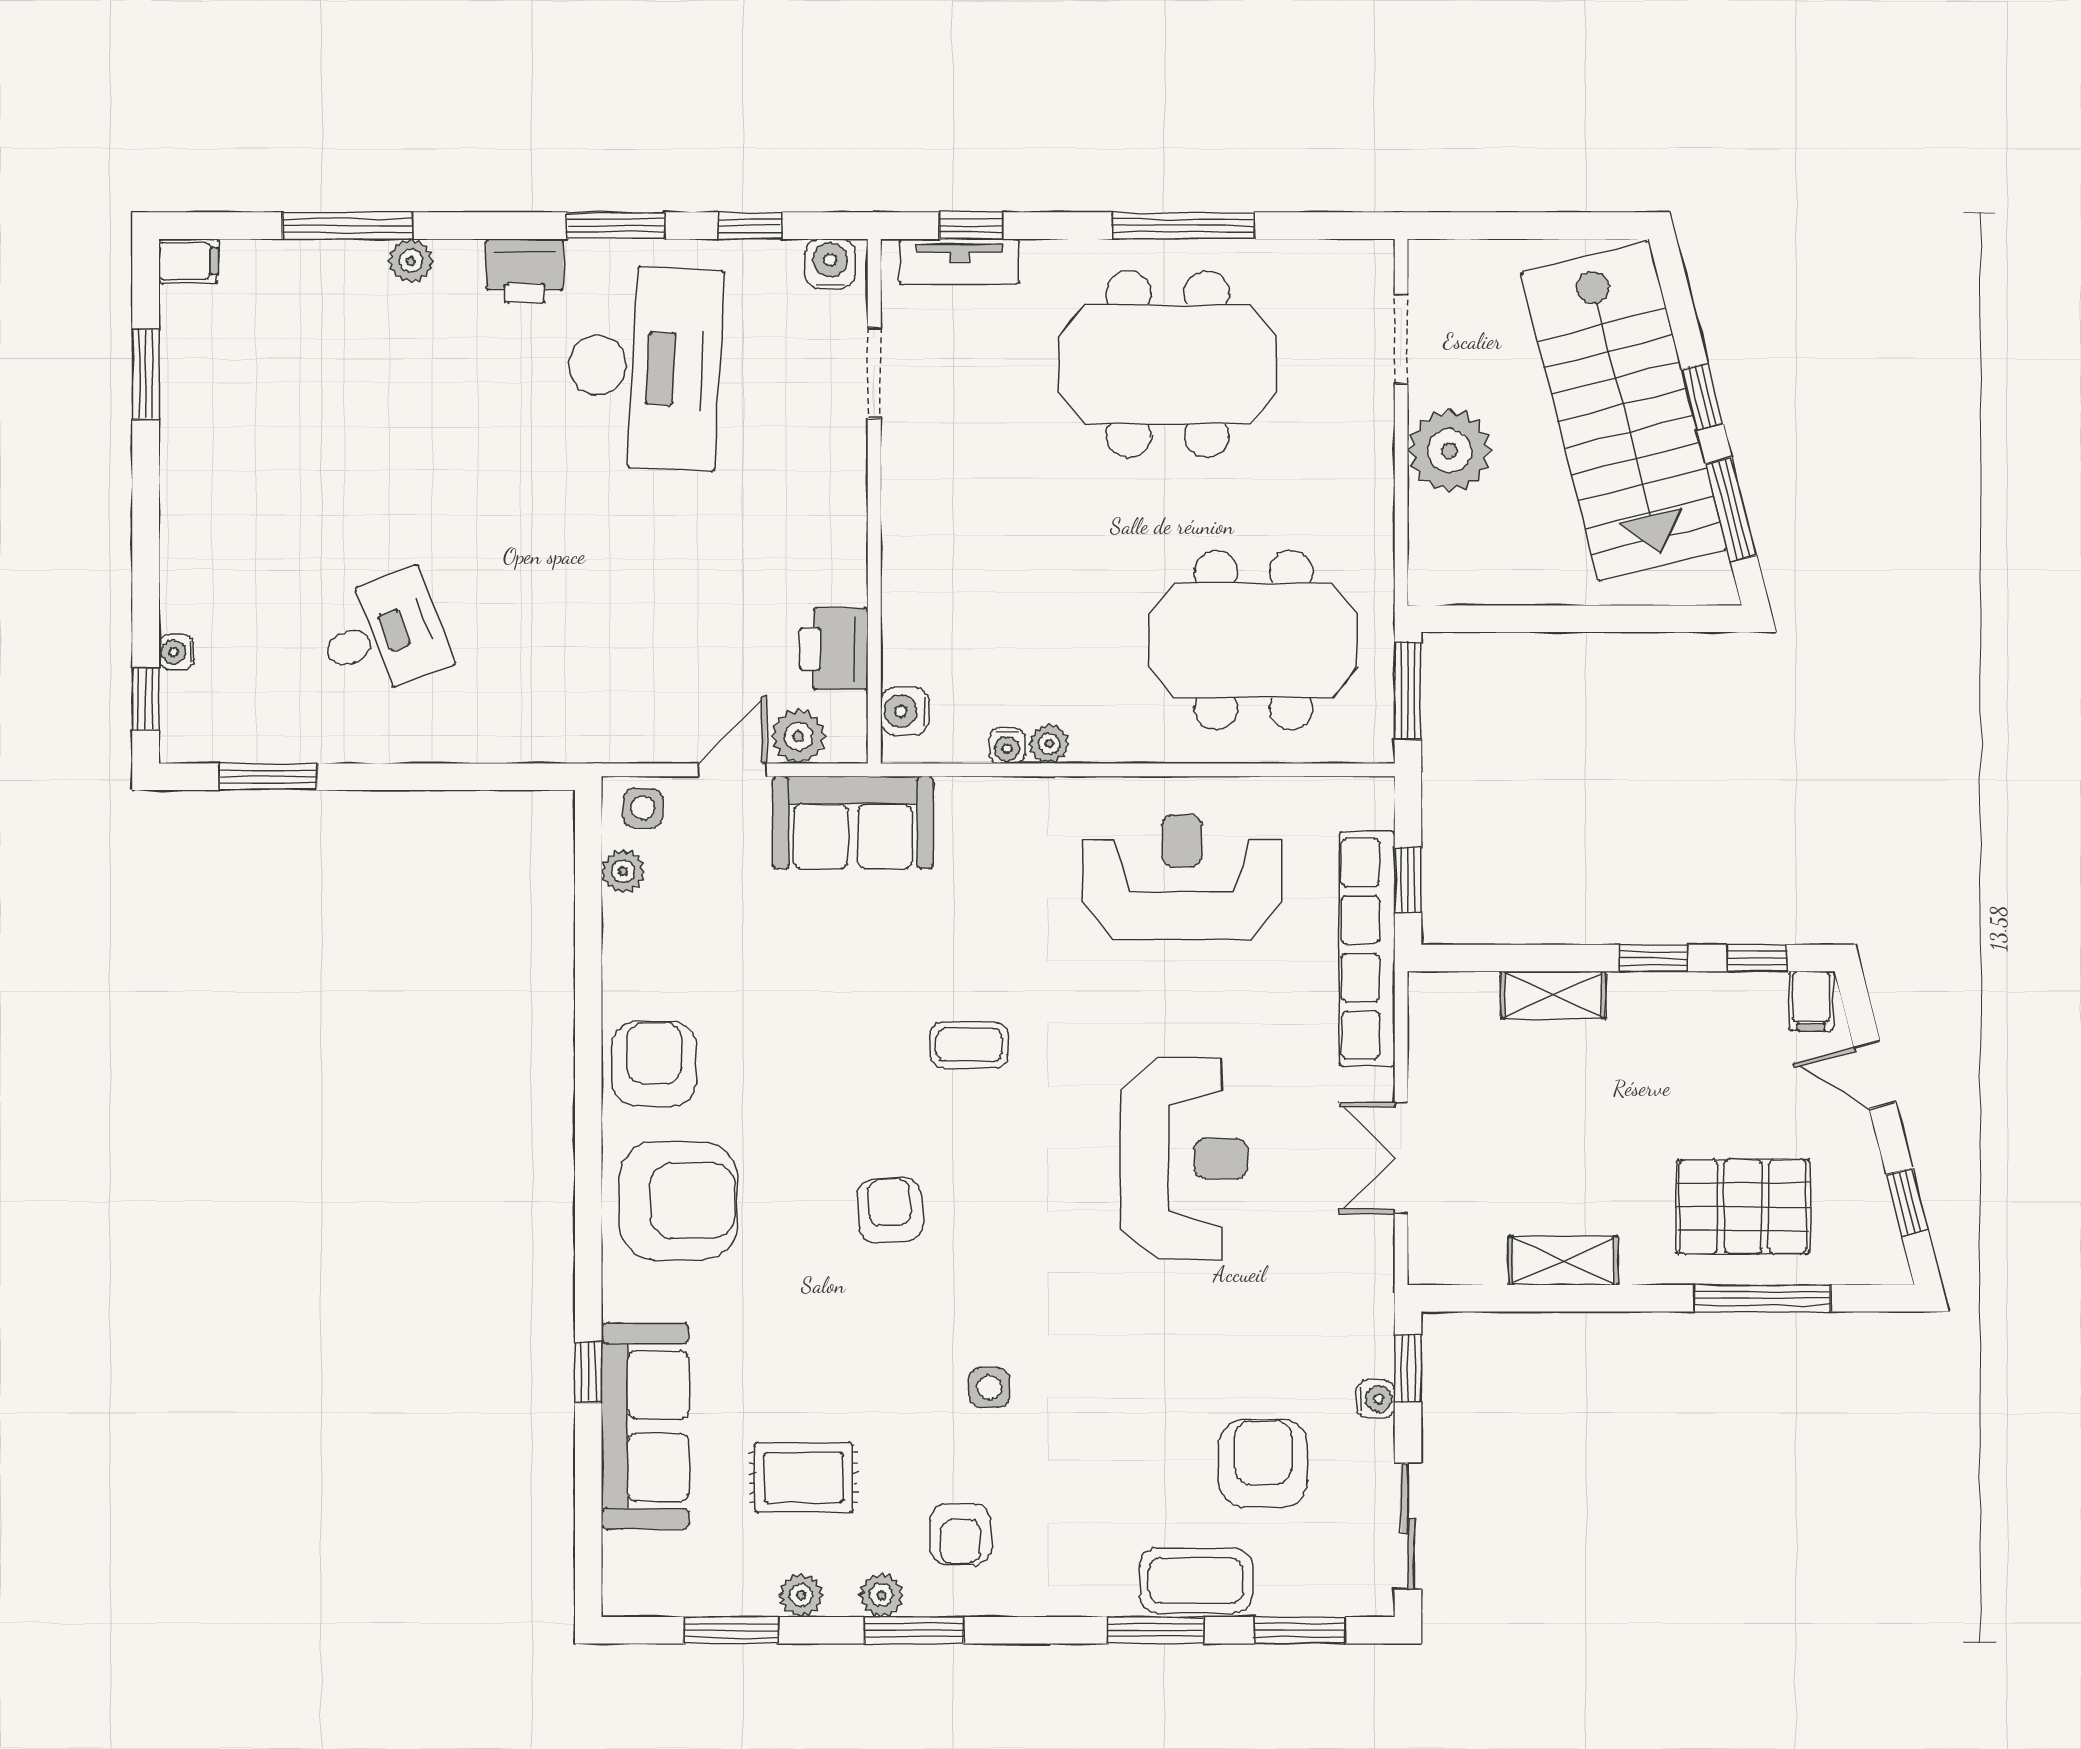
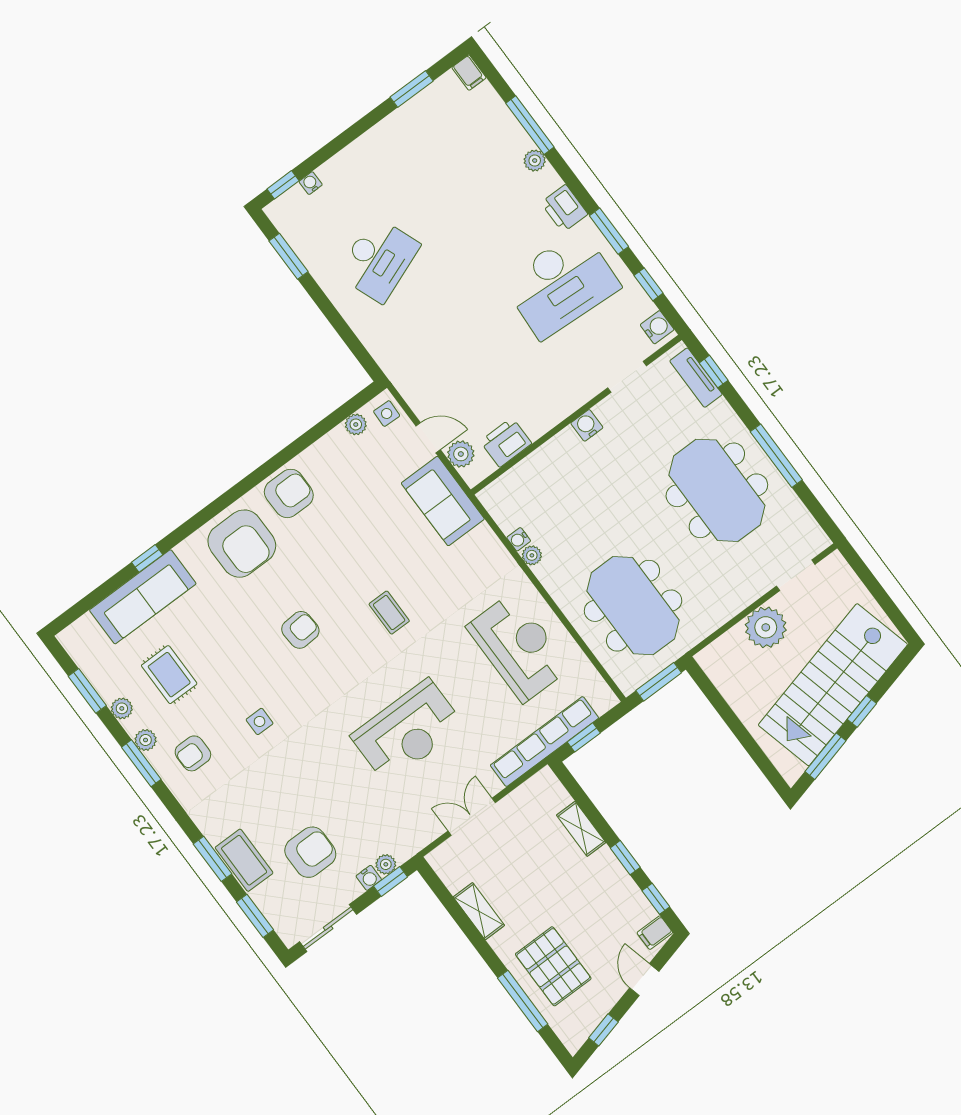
desk: (383, 635) -> (378, 260), width x1.37
water cooler: (905, 711) -> (587, 425), moved
plant: (1374, 1355) -> (386, 864), added

